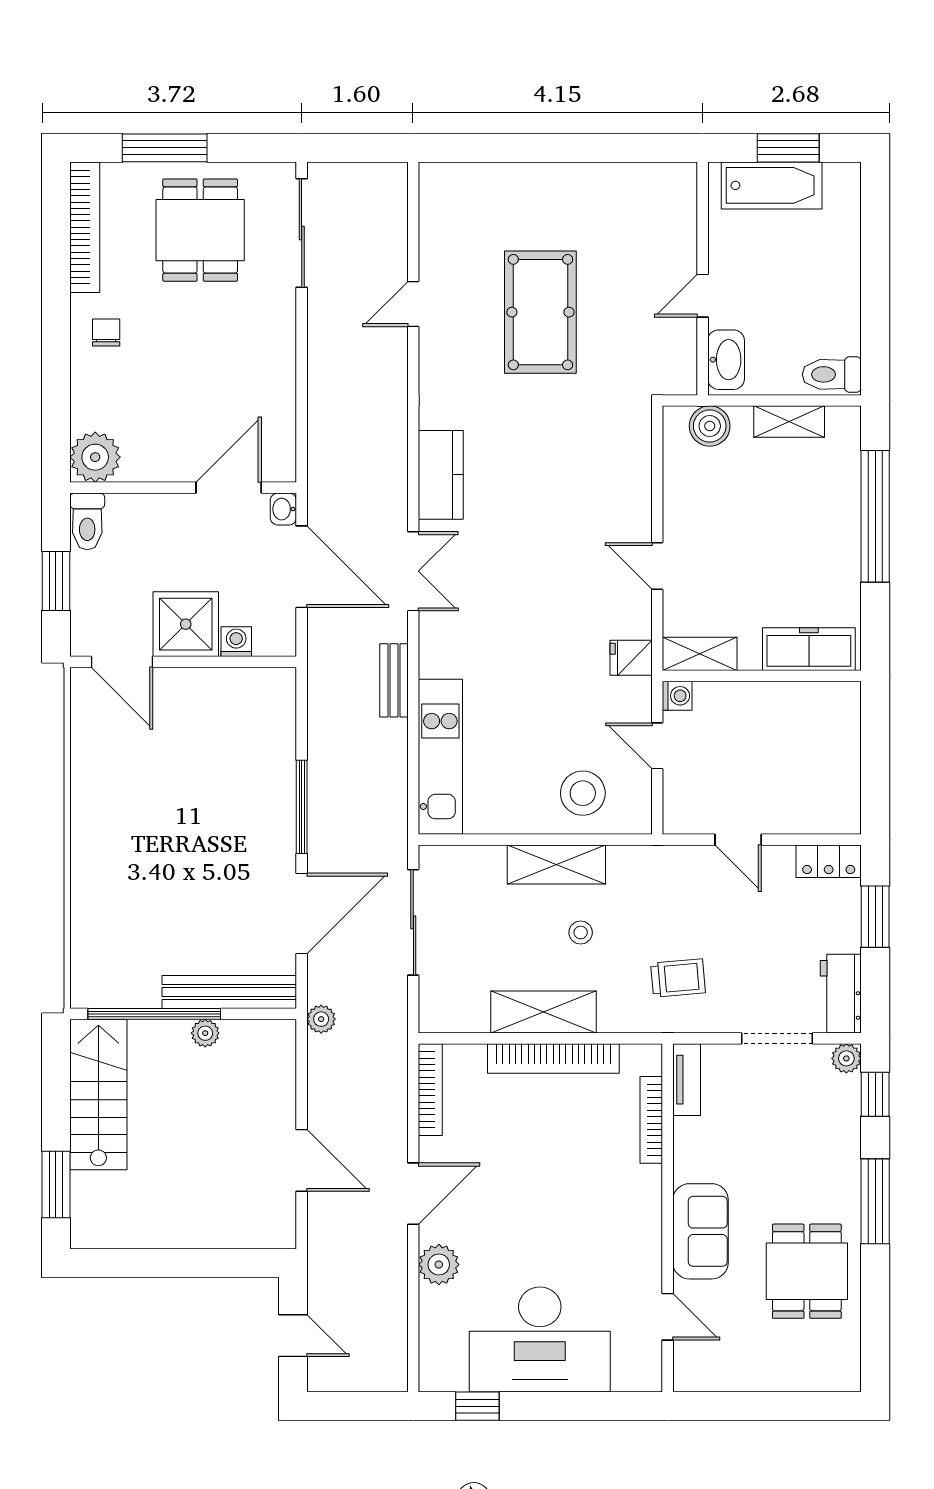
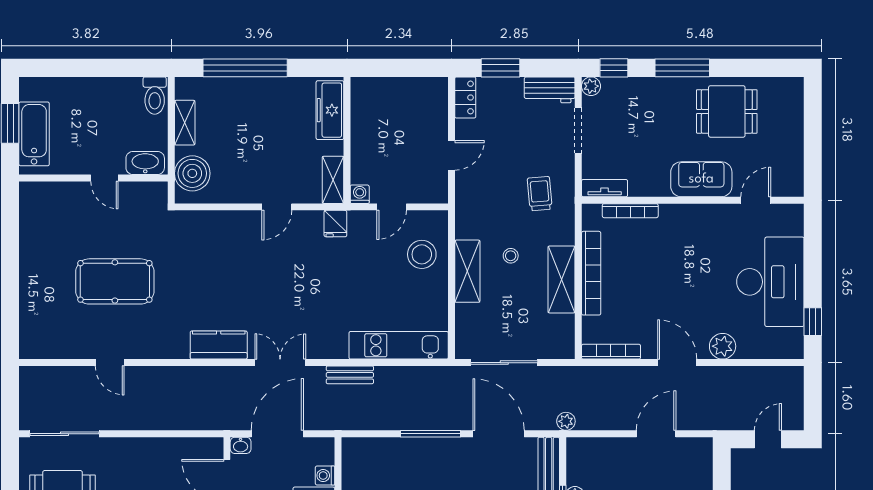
boiler: (710, 426) -> (192, 173), width x1.37, depth x1.37

